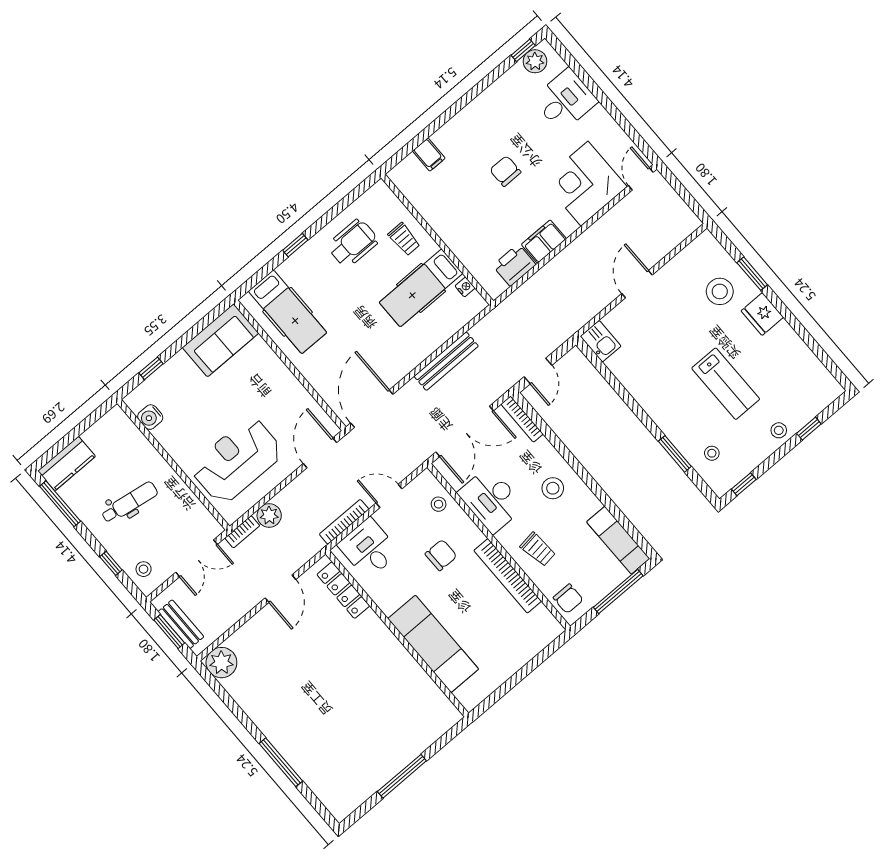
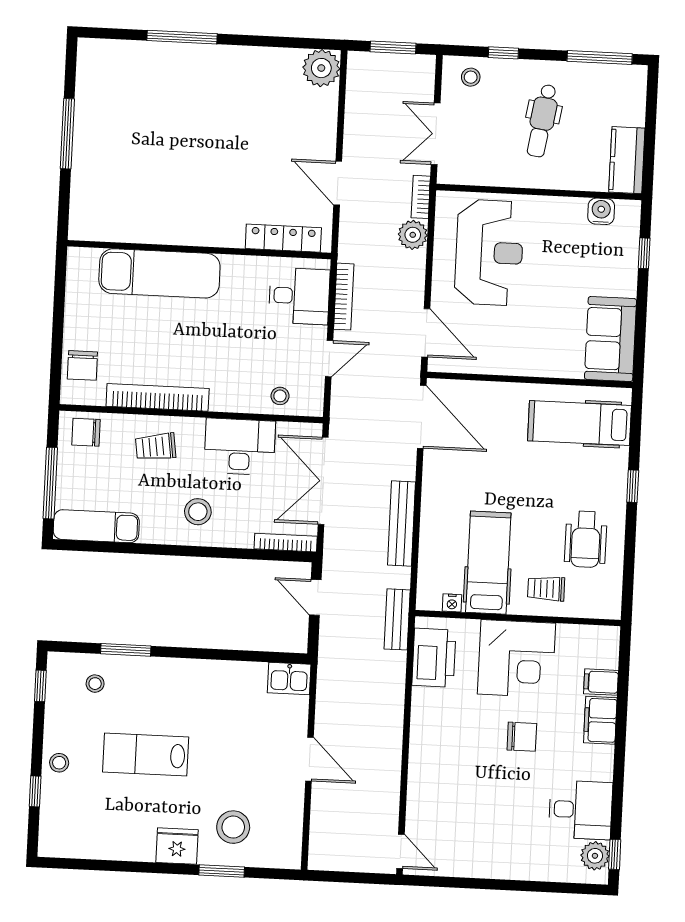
desk: (565, 100) -> (581, 810), moved, turned -90
corner desk: (585, 184) -> (517, 659), moved, turned 90
filing cabinet: (544, 242) -> (600, 720), moved, turned 180
printer: (514, 265) -> (434, 658), width x1.37, depth x1.19
kitchen counter: (67, 464) -> (627, 160), moved
chair: (441, 555) -> (82, 365), moved
bench: (181, 624) -> (397, 619), moved, turned 90

